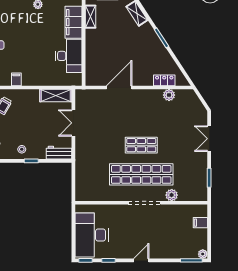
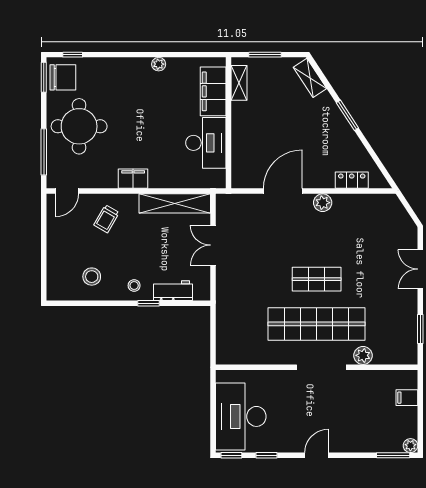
filing cabinet: (16, 79) -> (133, 179), width x2.00
plant: (169, 95) -> (323, 203), moved
shelving: (56, 96) -> (175, 203), width x1.47
workbench: (59, 153) -> (173, 291), moved

